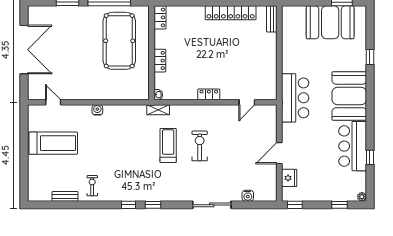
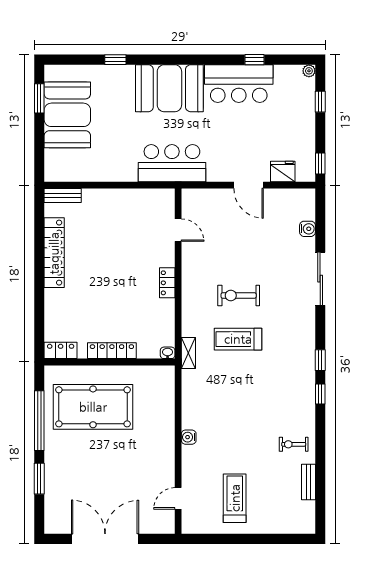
locker: (160, 61) -> (112, 351), width x1.53
treadmill: (53, 143) -> (235, 498), width x0.73, depth x0.73

